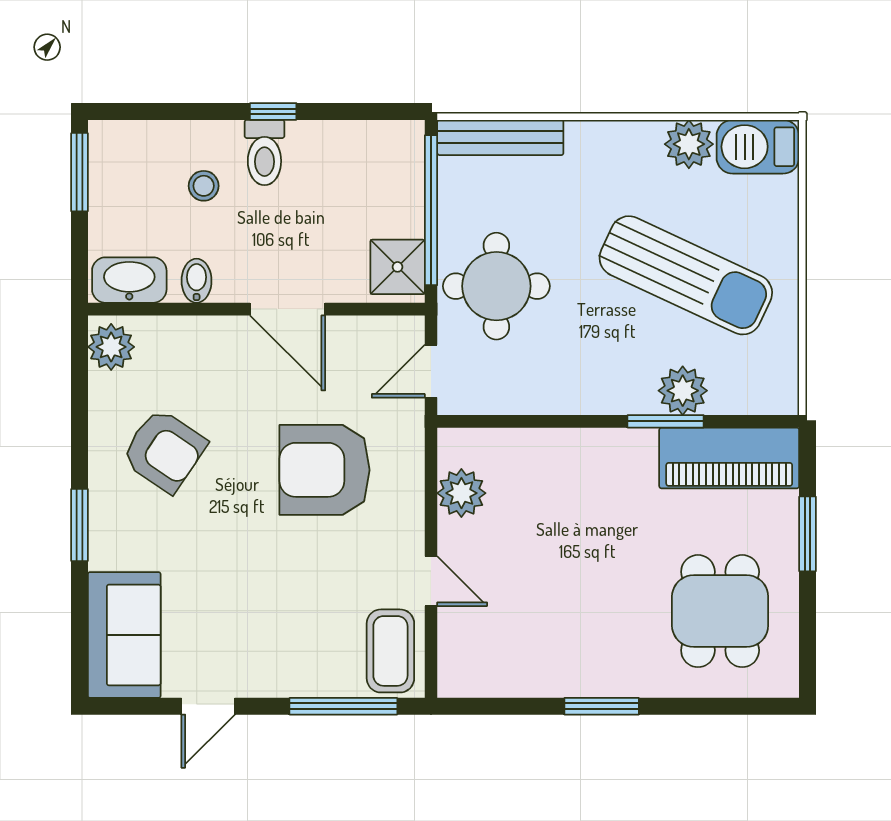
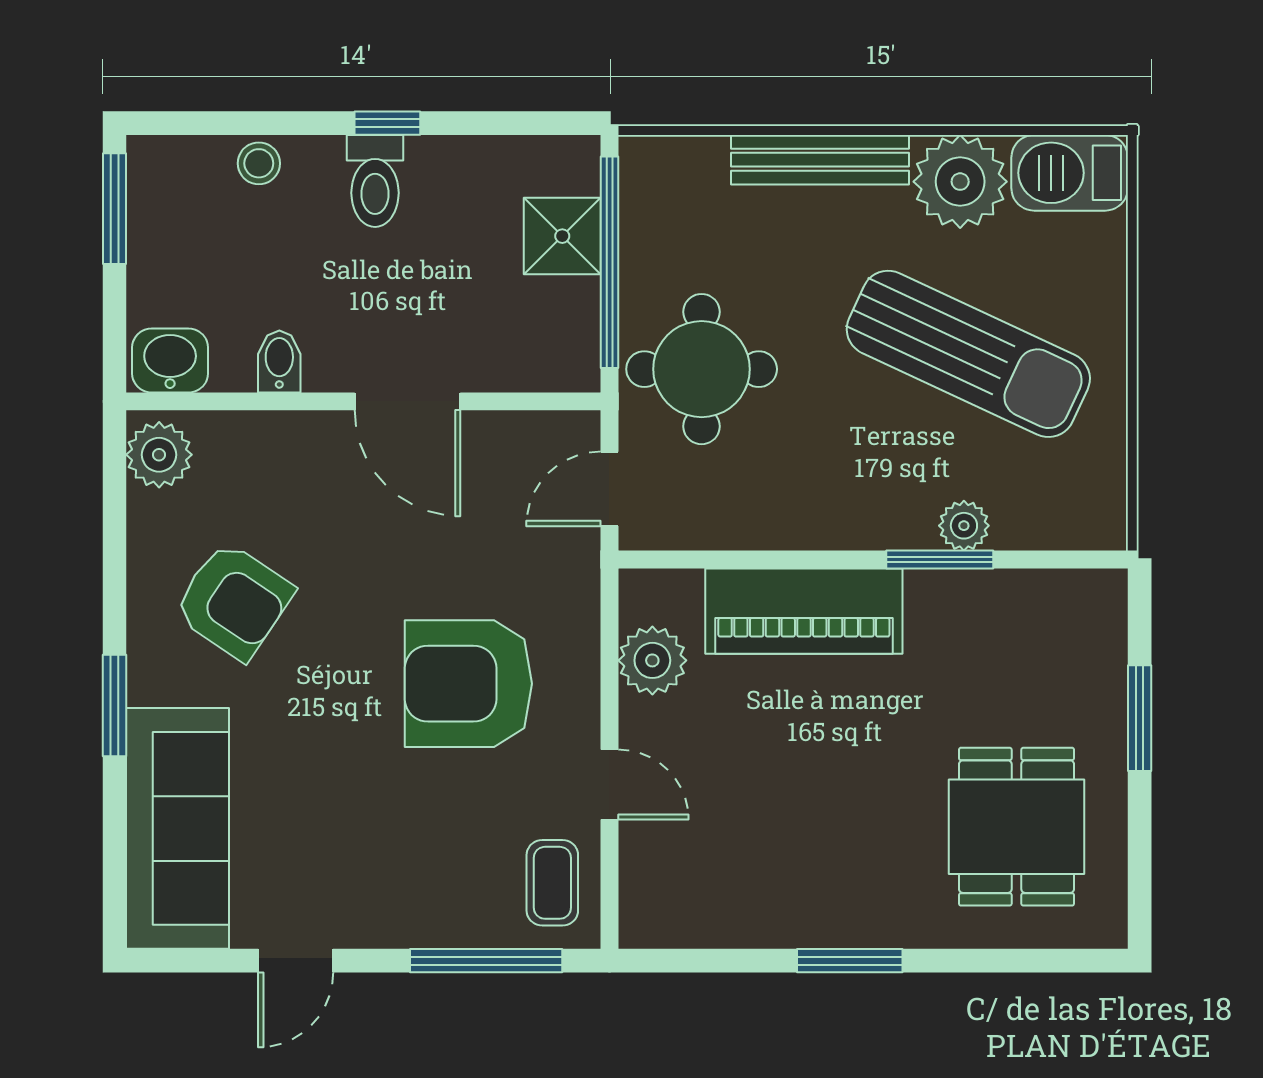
bench: (500, 137) -> (820, 160), moved
plant: (689, 144) -> (960, 182), width x1.36, depth x1.36
stool: (204, 186) -> (259, 163), moved
shower: (398, 267) -> (562, 236), moved
washbasin: (129, 280) -> (170, 361), width x0.72
plant: (683, 391) -> (964, 526), width x0.73, depth x0.73
piano: (729, 458) -> (804, 611), moved
armchair: (324, 470) -> (468, 684), moved
sofa: (124, 635) -> (178, 828), width x1.36
coffee table: (390, 651) -> (552, 883), width x0.73, depth x0.77

